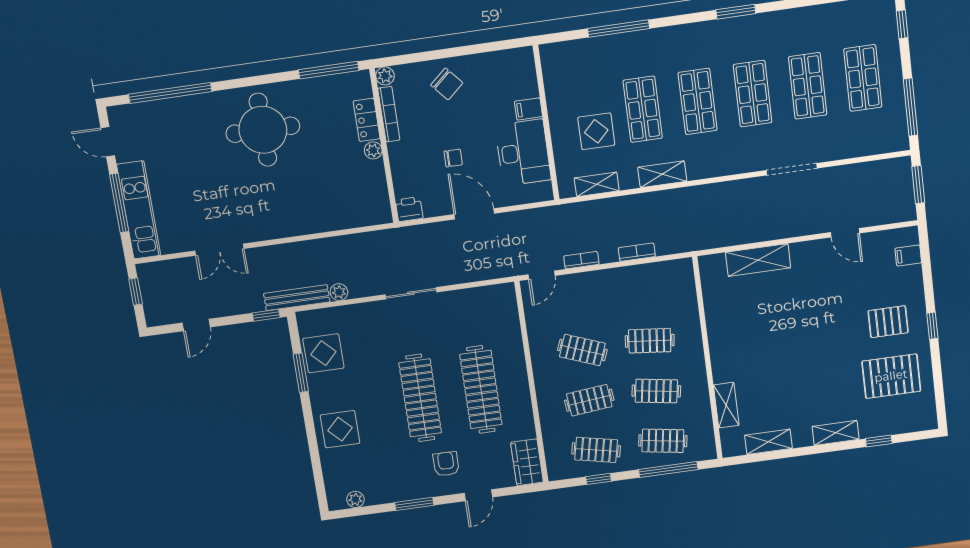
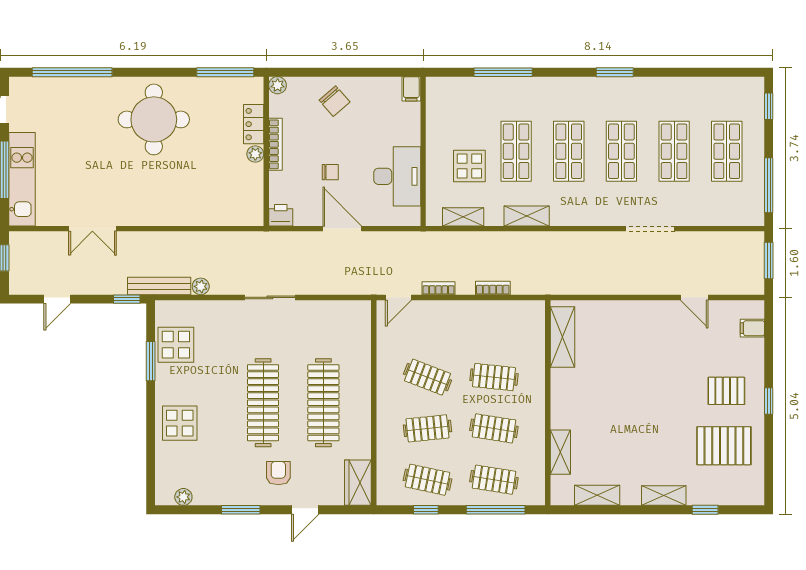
filing cabinet: (528, 109) -> (411, 89), moved, turned -90
bookcase: (389, 114) -> (276, 144), moved
shelving: (758, 260) -> (563, 337), moved, turned 90

